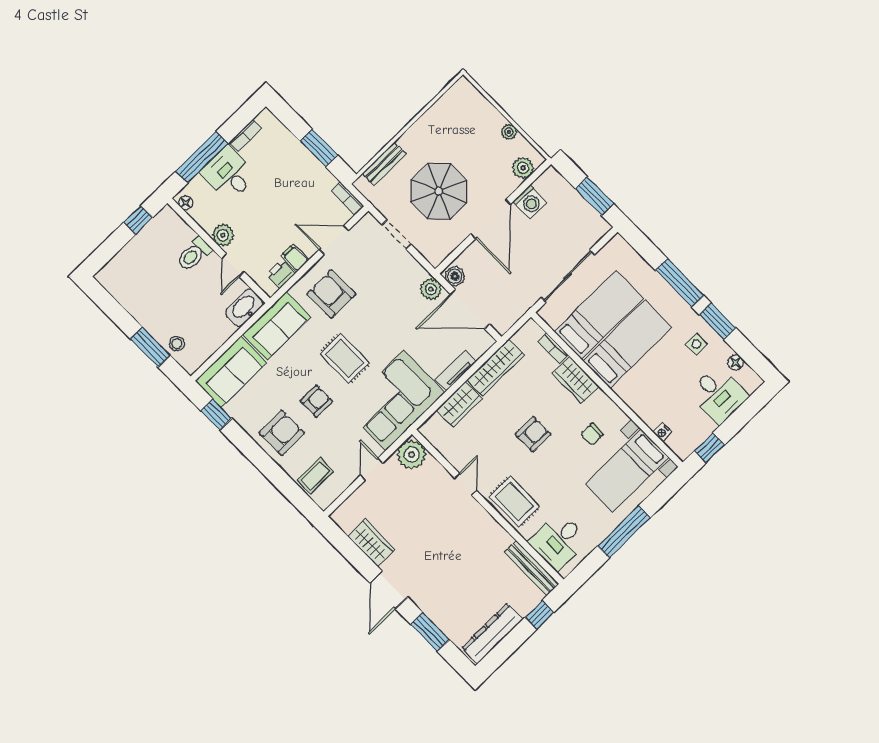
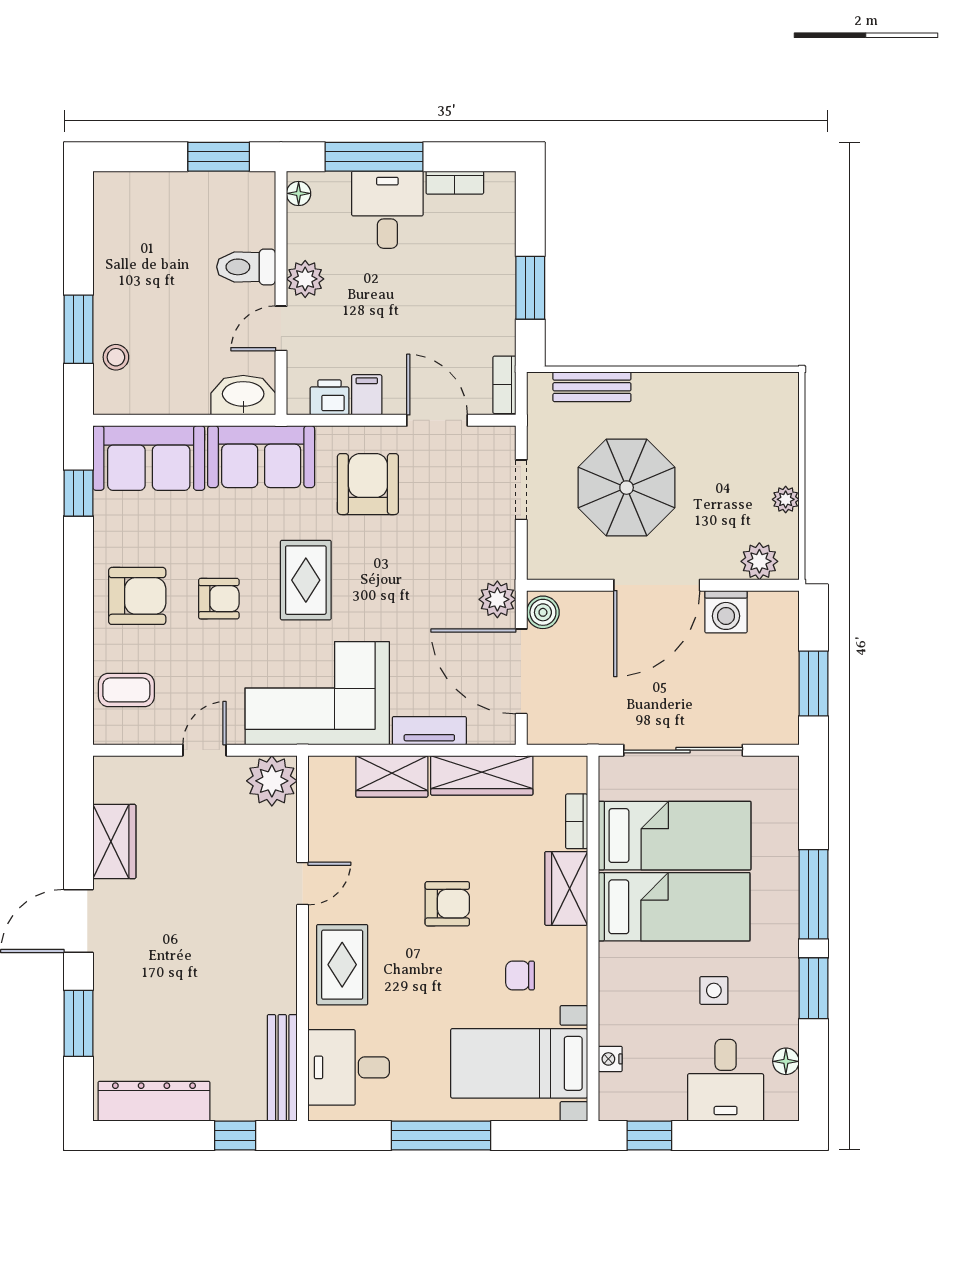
window: (138, 220) -> (219, 157), width x1.50
side table: (696, 344) -> (714, 990), moved

